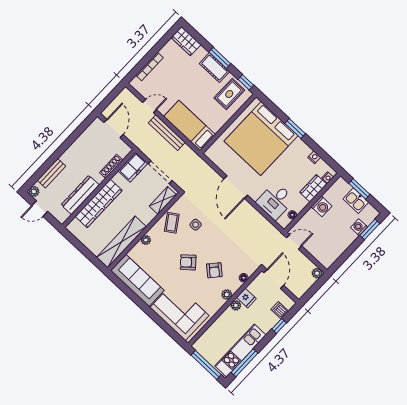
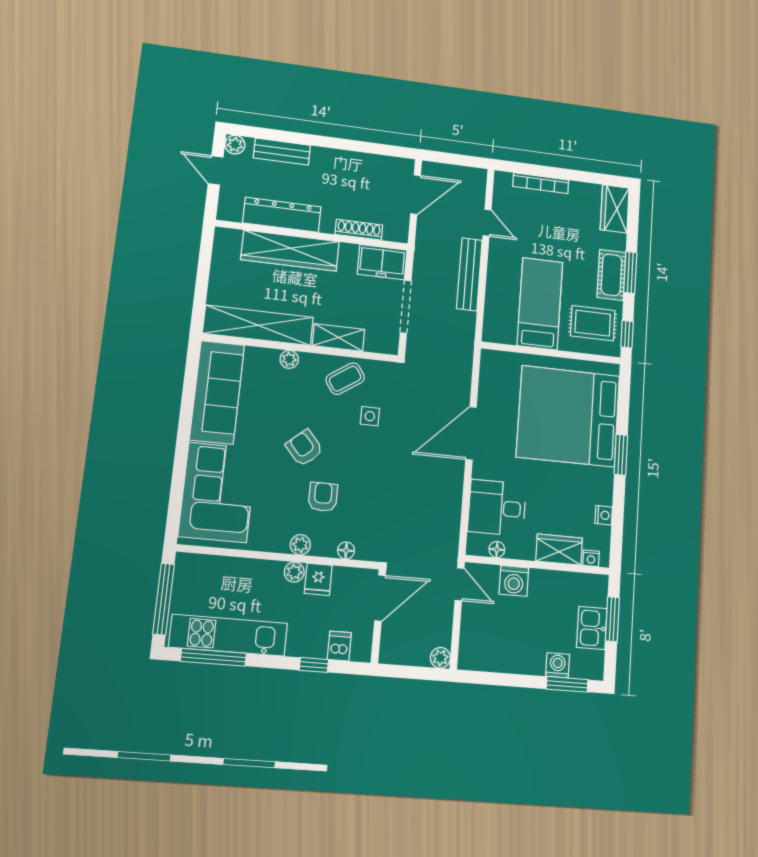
bed: (189, 125) -> (540, 304), moved
shelving: (163, 200) -> (339, 338), moved
washing machine: (322, 206) -> (514, 581), moved
armchair: (214, 270) -> (323, 497), turned 139

